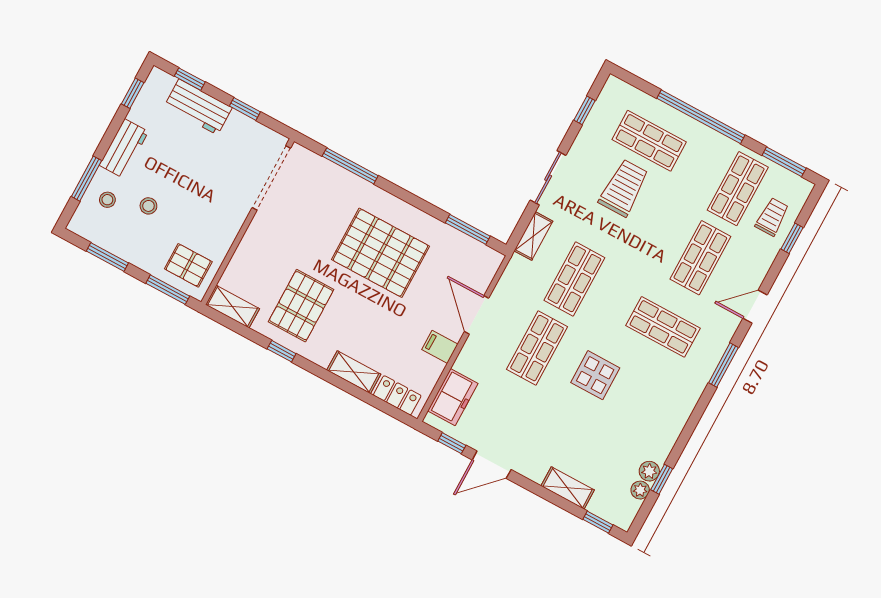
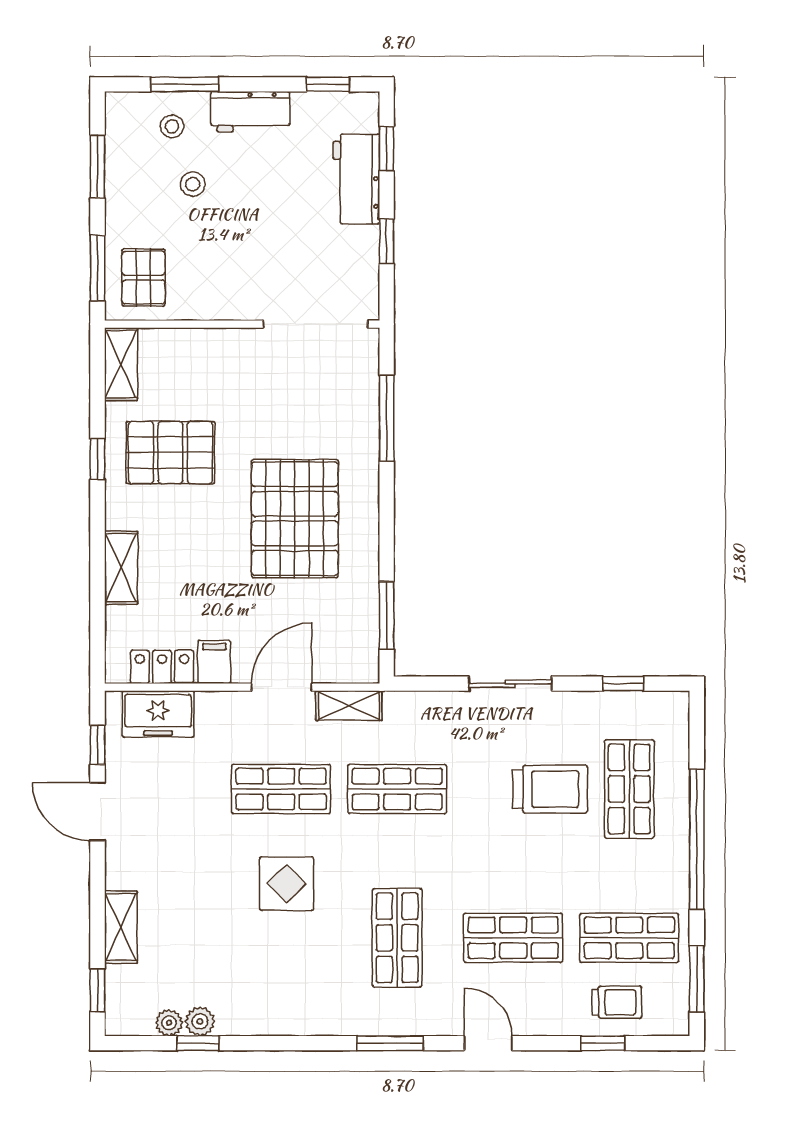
shelving: (533, 236) -> (349, 706), moved
locker: (397, 395) -> (162, 667), moved, turned -90

